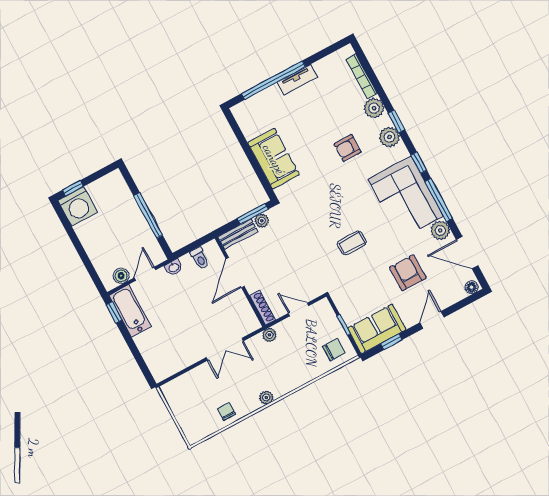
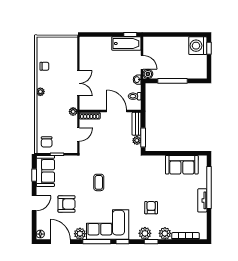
sofa: (274, 159) -> (182, 165), moved
door: (467, 253) -> (60, 242), hinge flipped
boiler: (121, 276) -> (148, 74), moved
door: (432, 320) -> (34, 203), hinge flipped
double door: (225, 349) -> (78, 83), swing flipped

